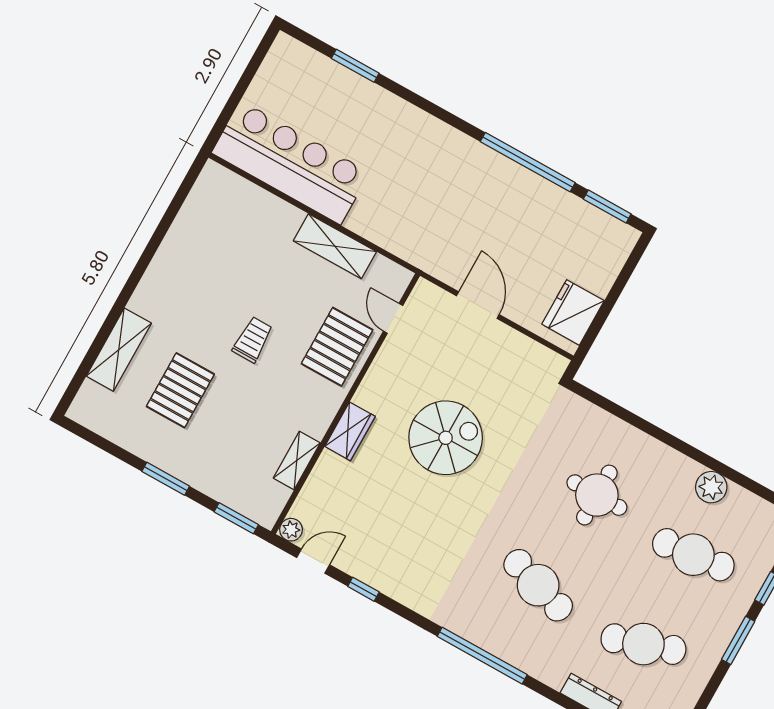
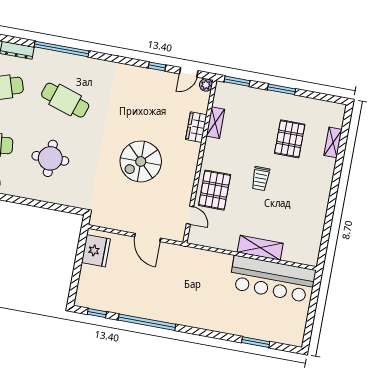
window: (607, 207) -> (97, 313), width x0.67
shelving: (335, 246) -> (260, 248), moved
shelving: (119, 350) -> (333, 142), width x0.67, depth x0.75
wardrobe: (350, 431) -> (196, 127), moved
window: (482, 656) -> (62, 49), moved

